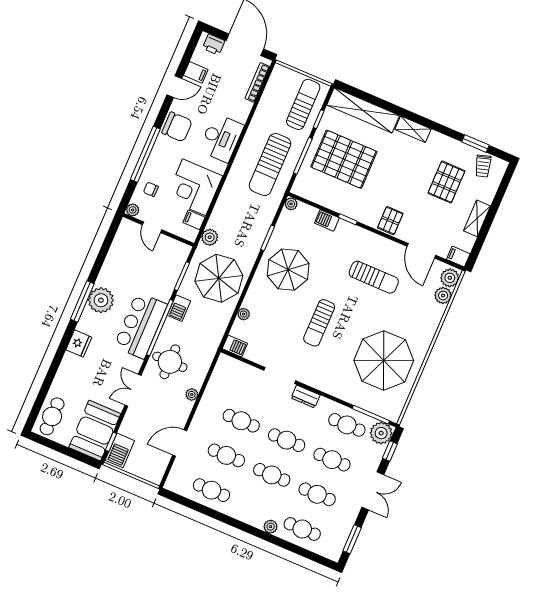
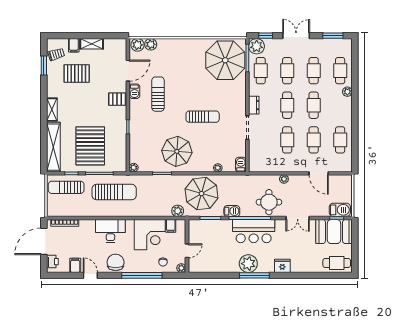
barbecue: (327, 220) -> (134, 91), moved
filing cabinet: (458, 257) -> (74, 45), moved
parasol: (384, 360) -> (225, 60), moved

